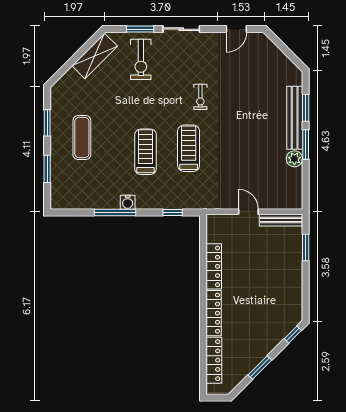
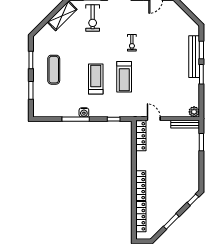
treadmill: (189, 148) -> (124, 77), turned 180
plant: (294, 159) -> (194, 112), moved
door: (248, 212) -> (154, 119), moved
locker: (214, 266) -> (141, 136), moved

